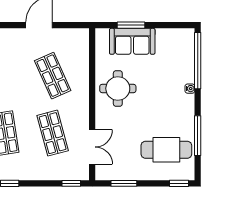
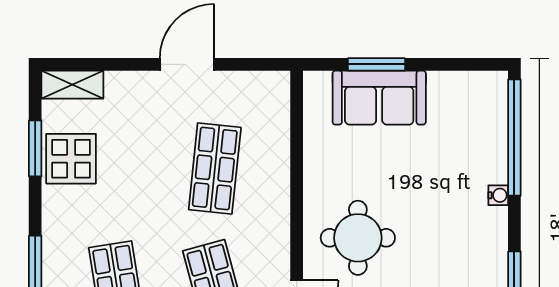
shop shelf: (53, 76) -> (215, 168), turned 30
round table: (118, 88) -> (358, 238), moved

